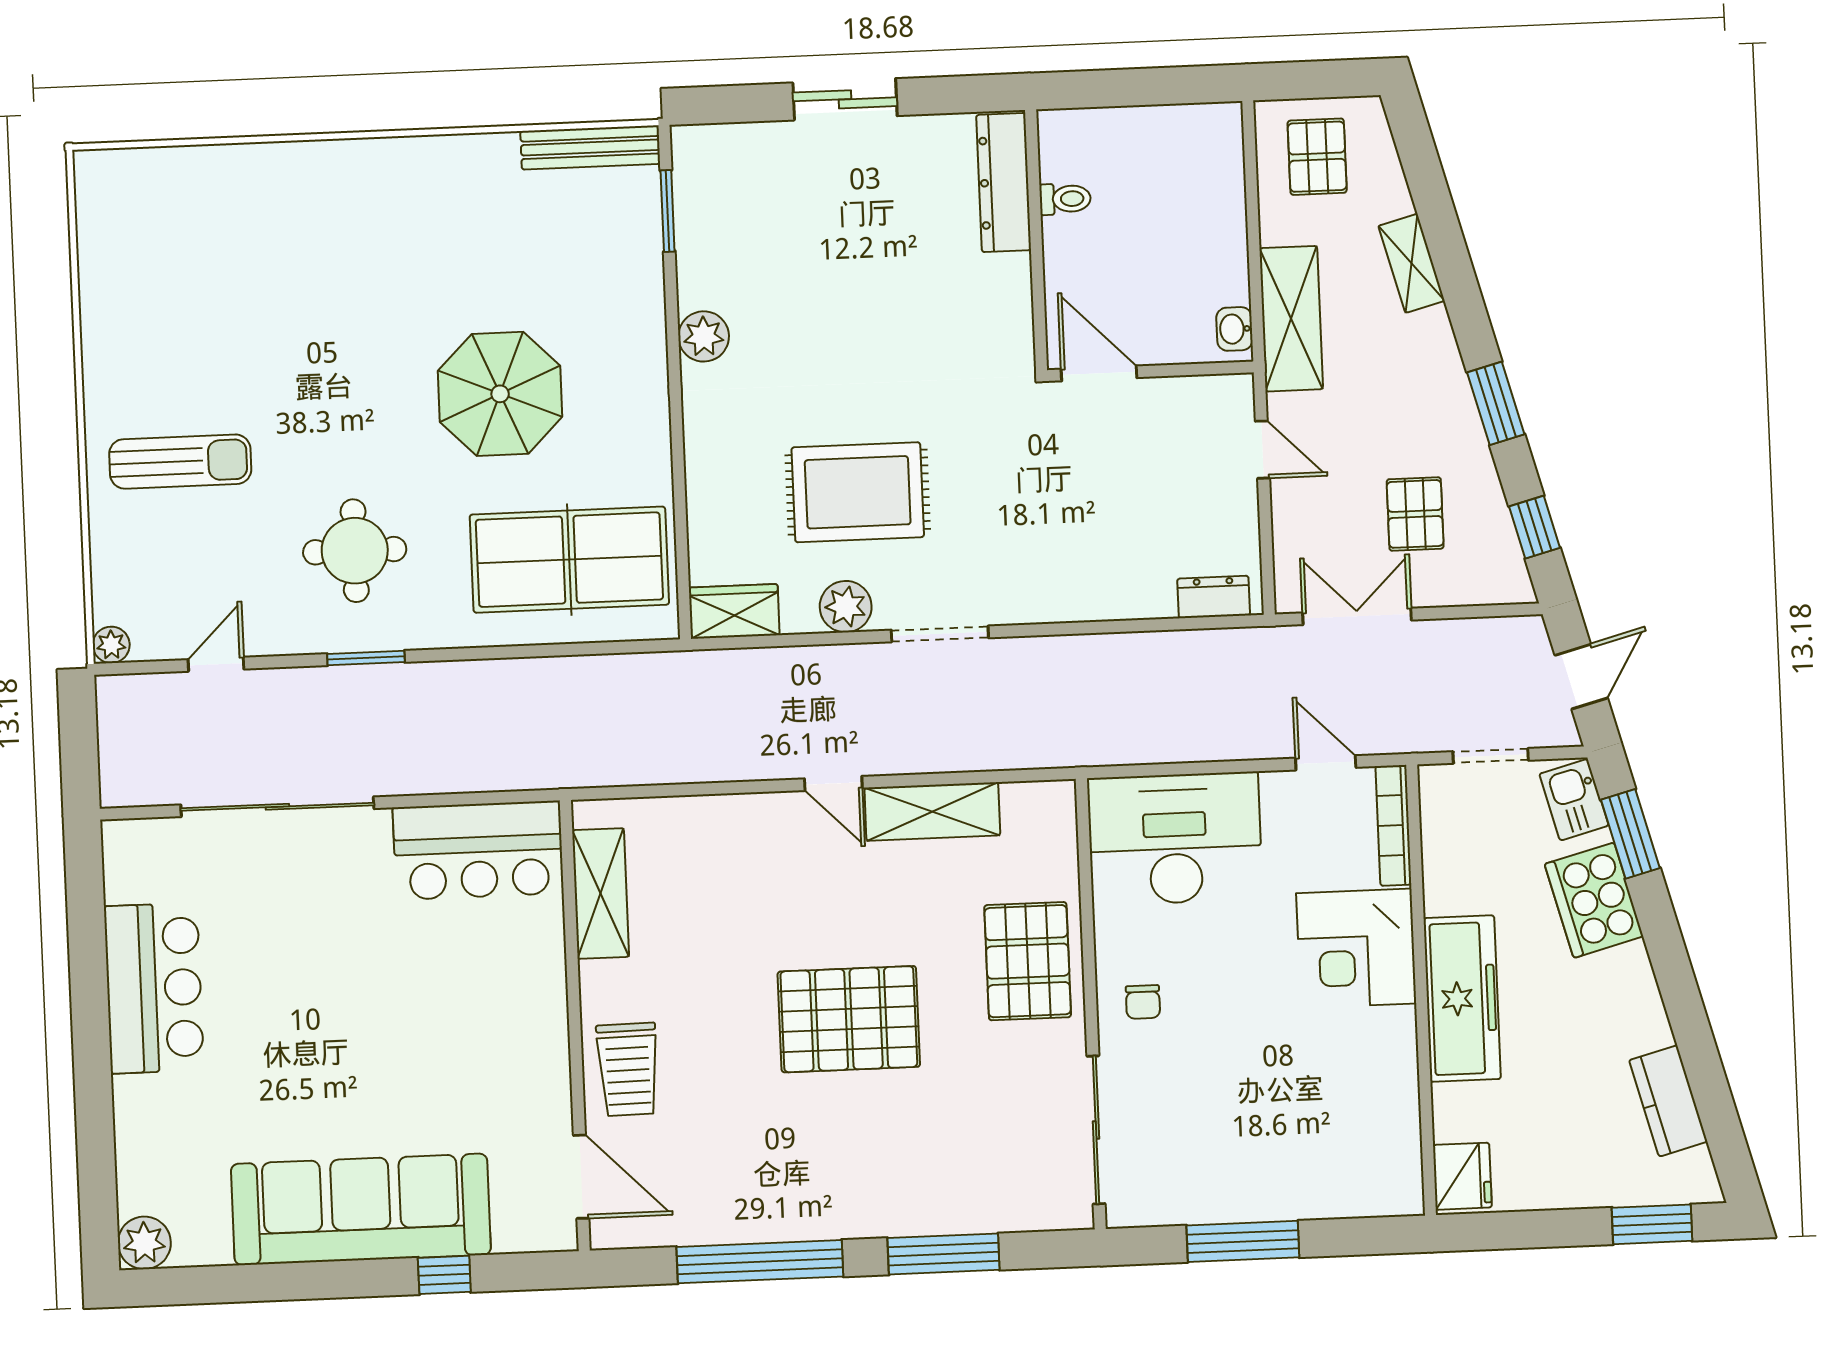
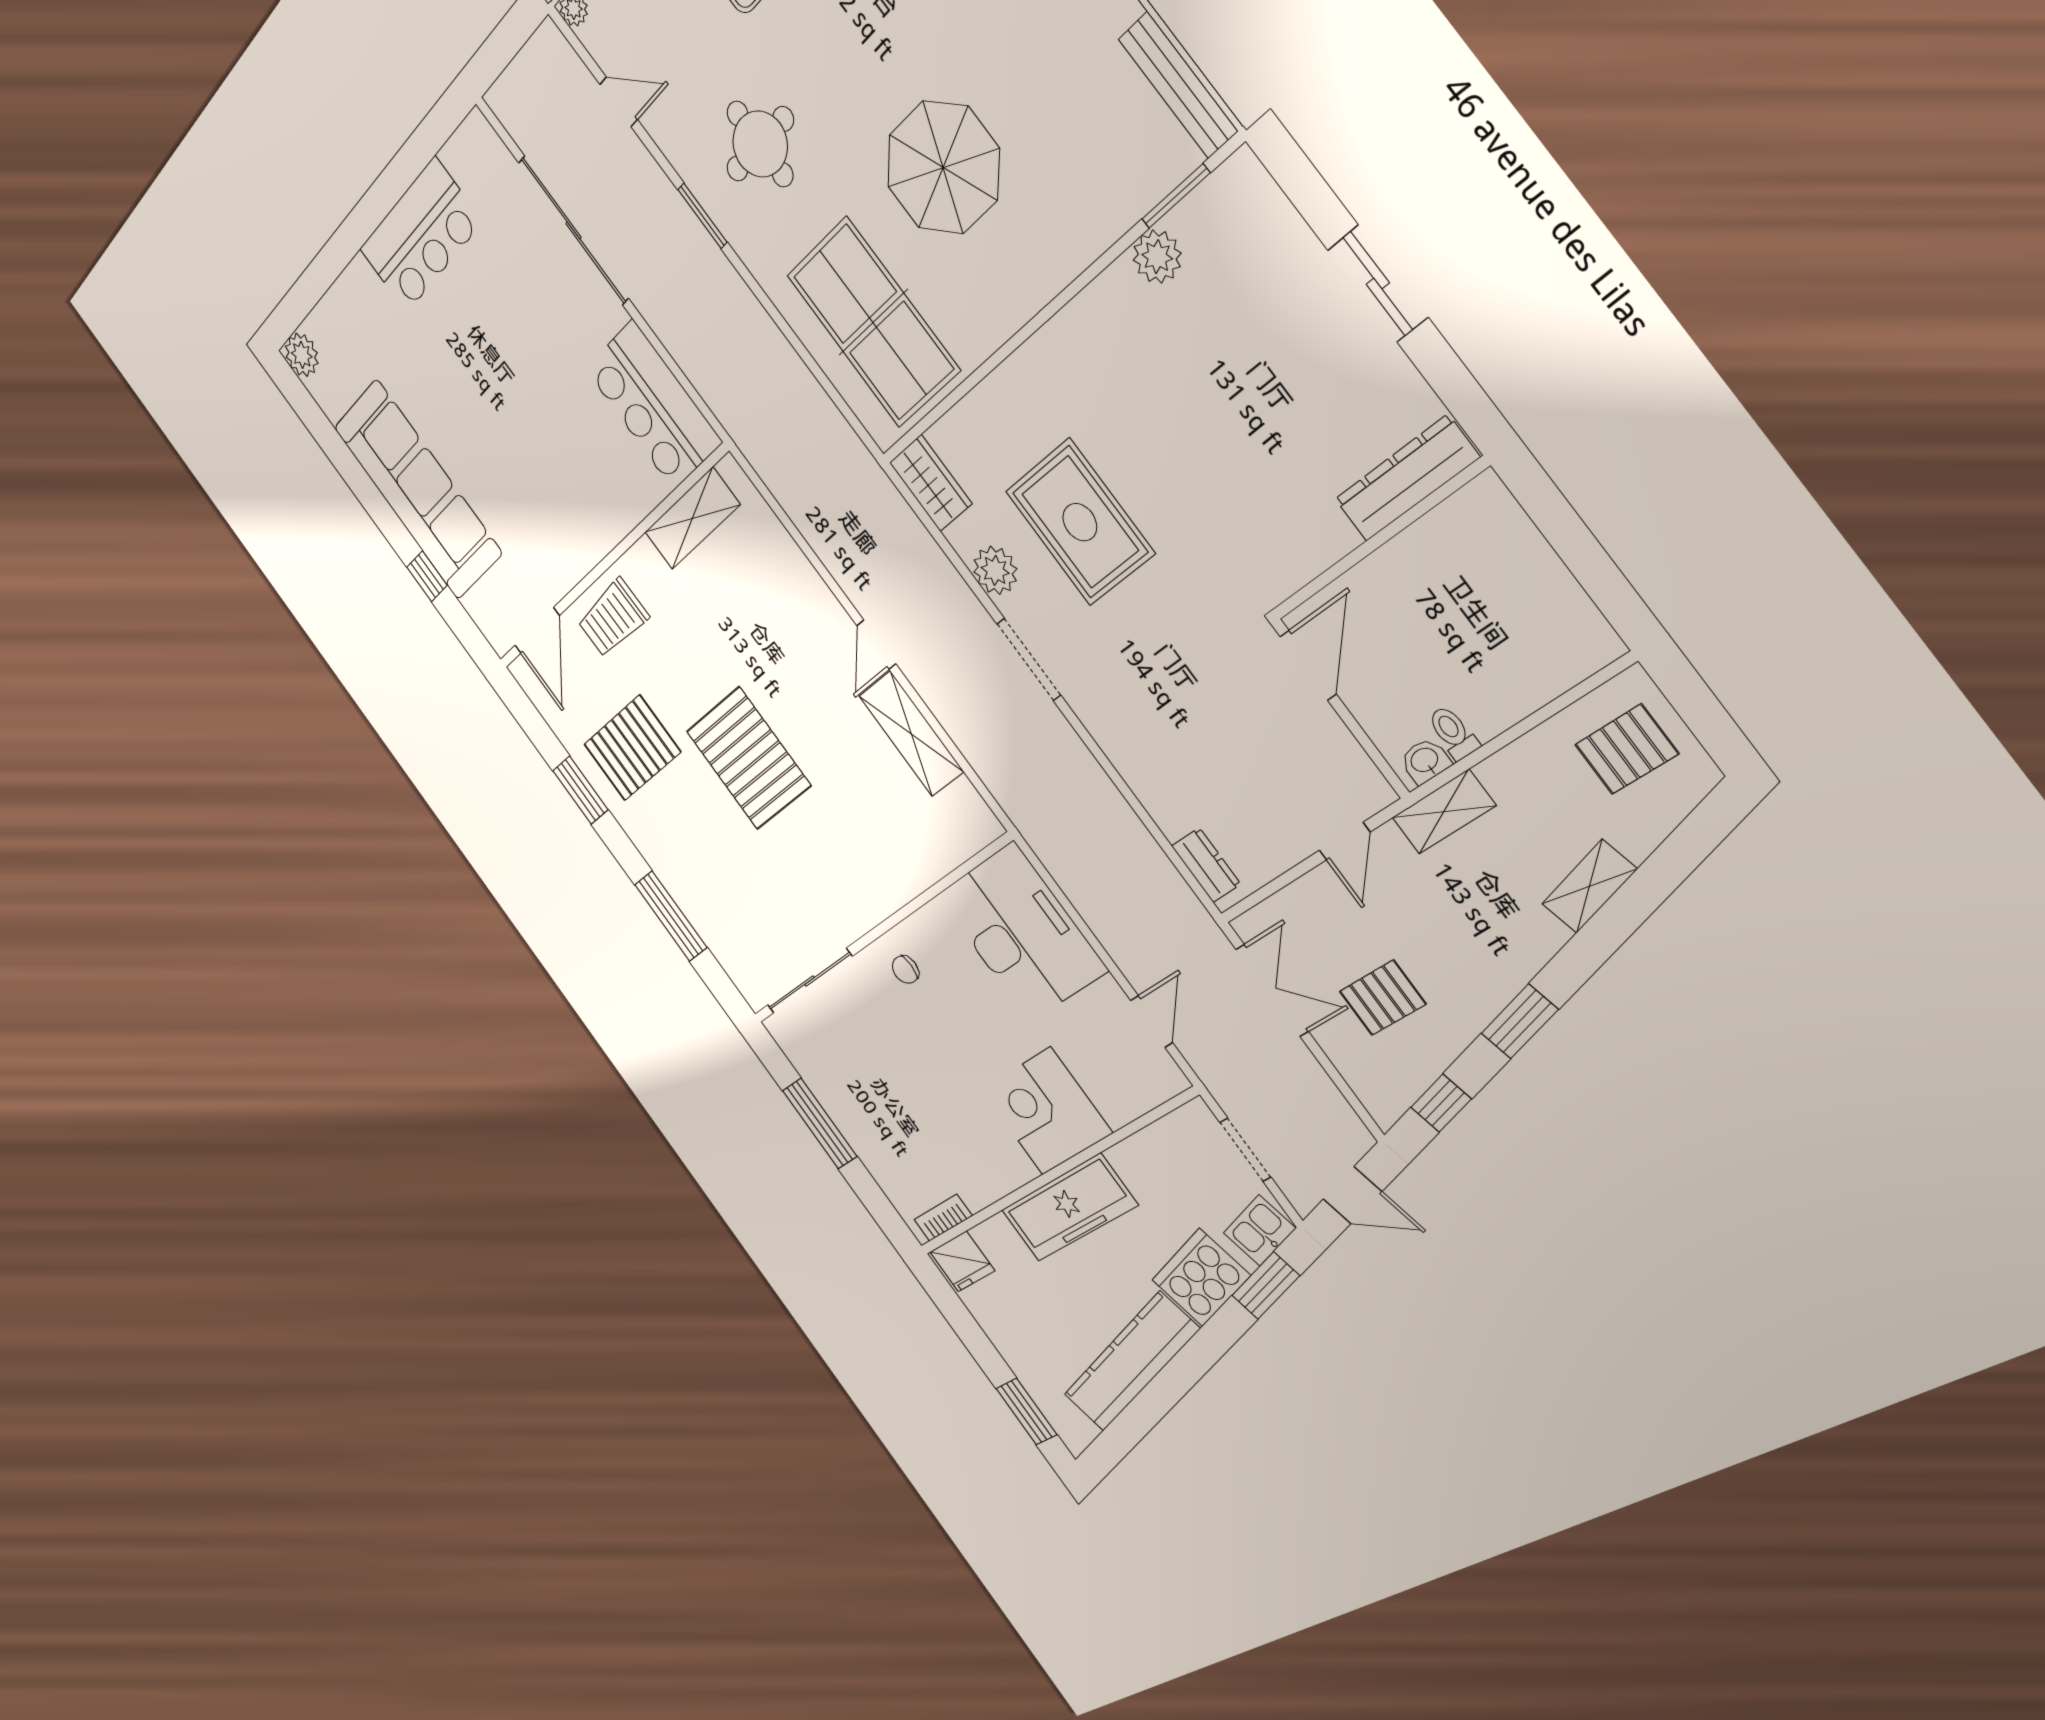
toilet: (1065, 199) -> (1453, 733), moved, turned 180
shelving: (1291, 319) -> (1444, 812), width x0.67, depth x0.75
plant: (704, 336) -> (1157, 257), moved
bookcase: (1393, 825) -> (943, 1218), moved, width x0.64
pallet: (1028, 961) -> (632, 748), moved
kitchen counter: (1668, 1101) -> (1131, 1362), width x2.08, depth x1.17
window: (760, 1262) -> (580, 790), width x0.47

